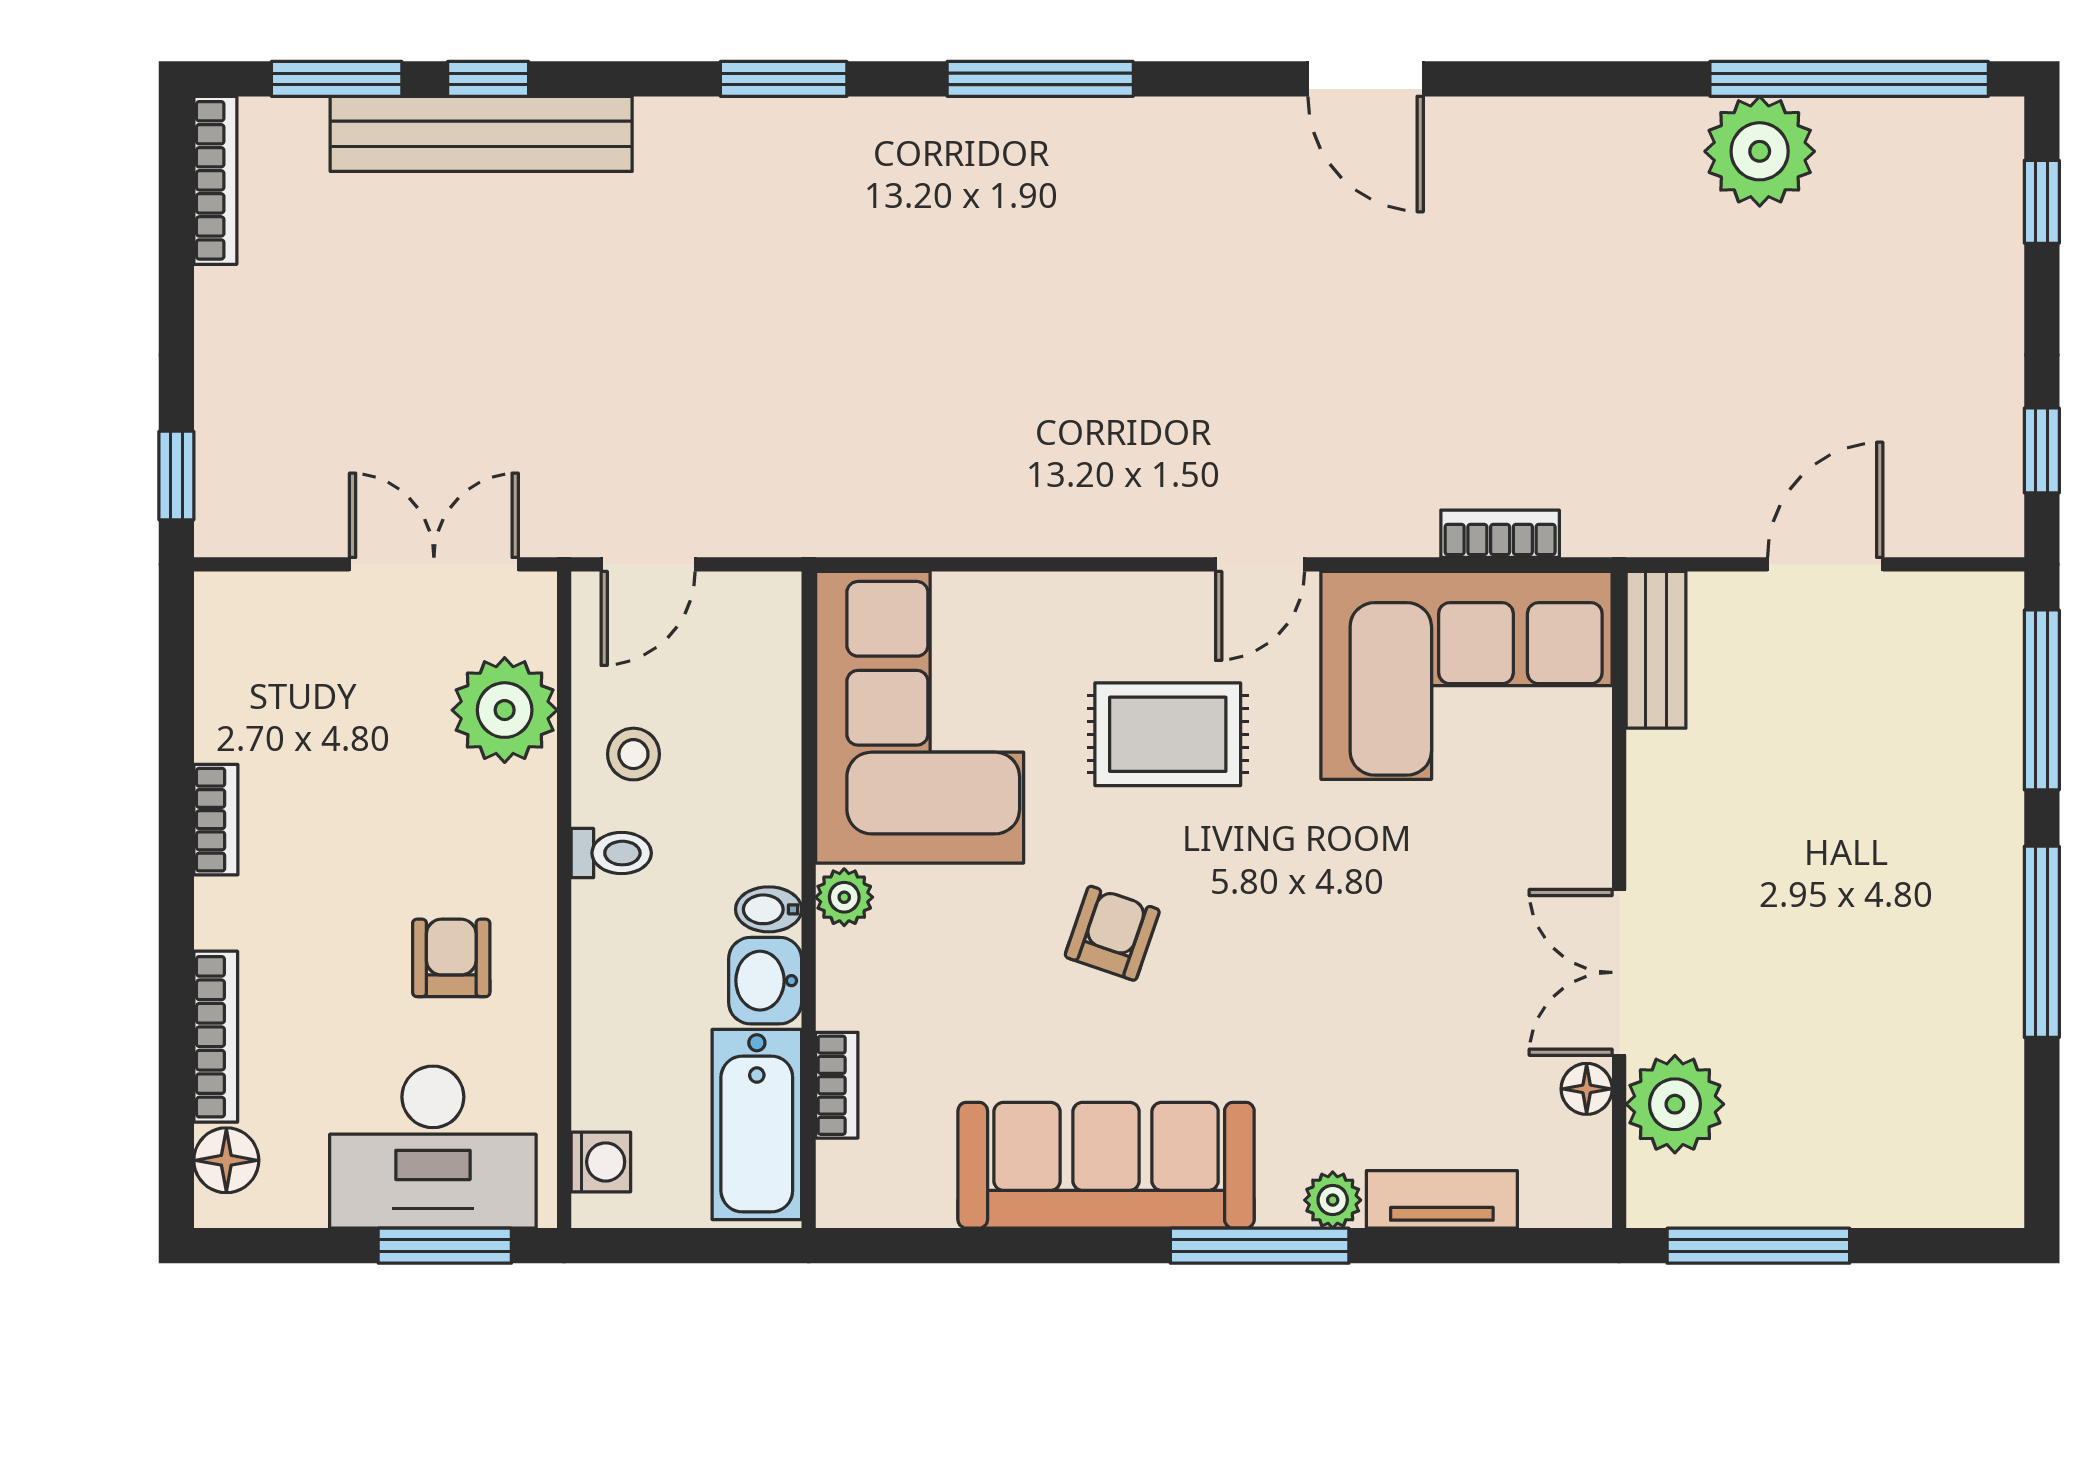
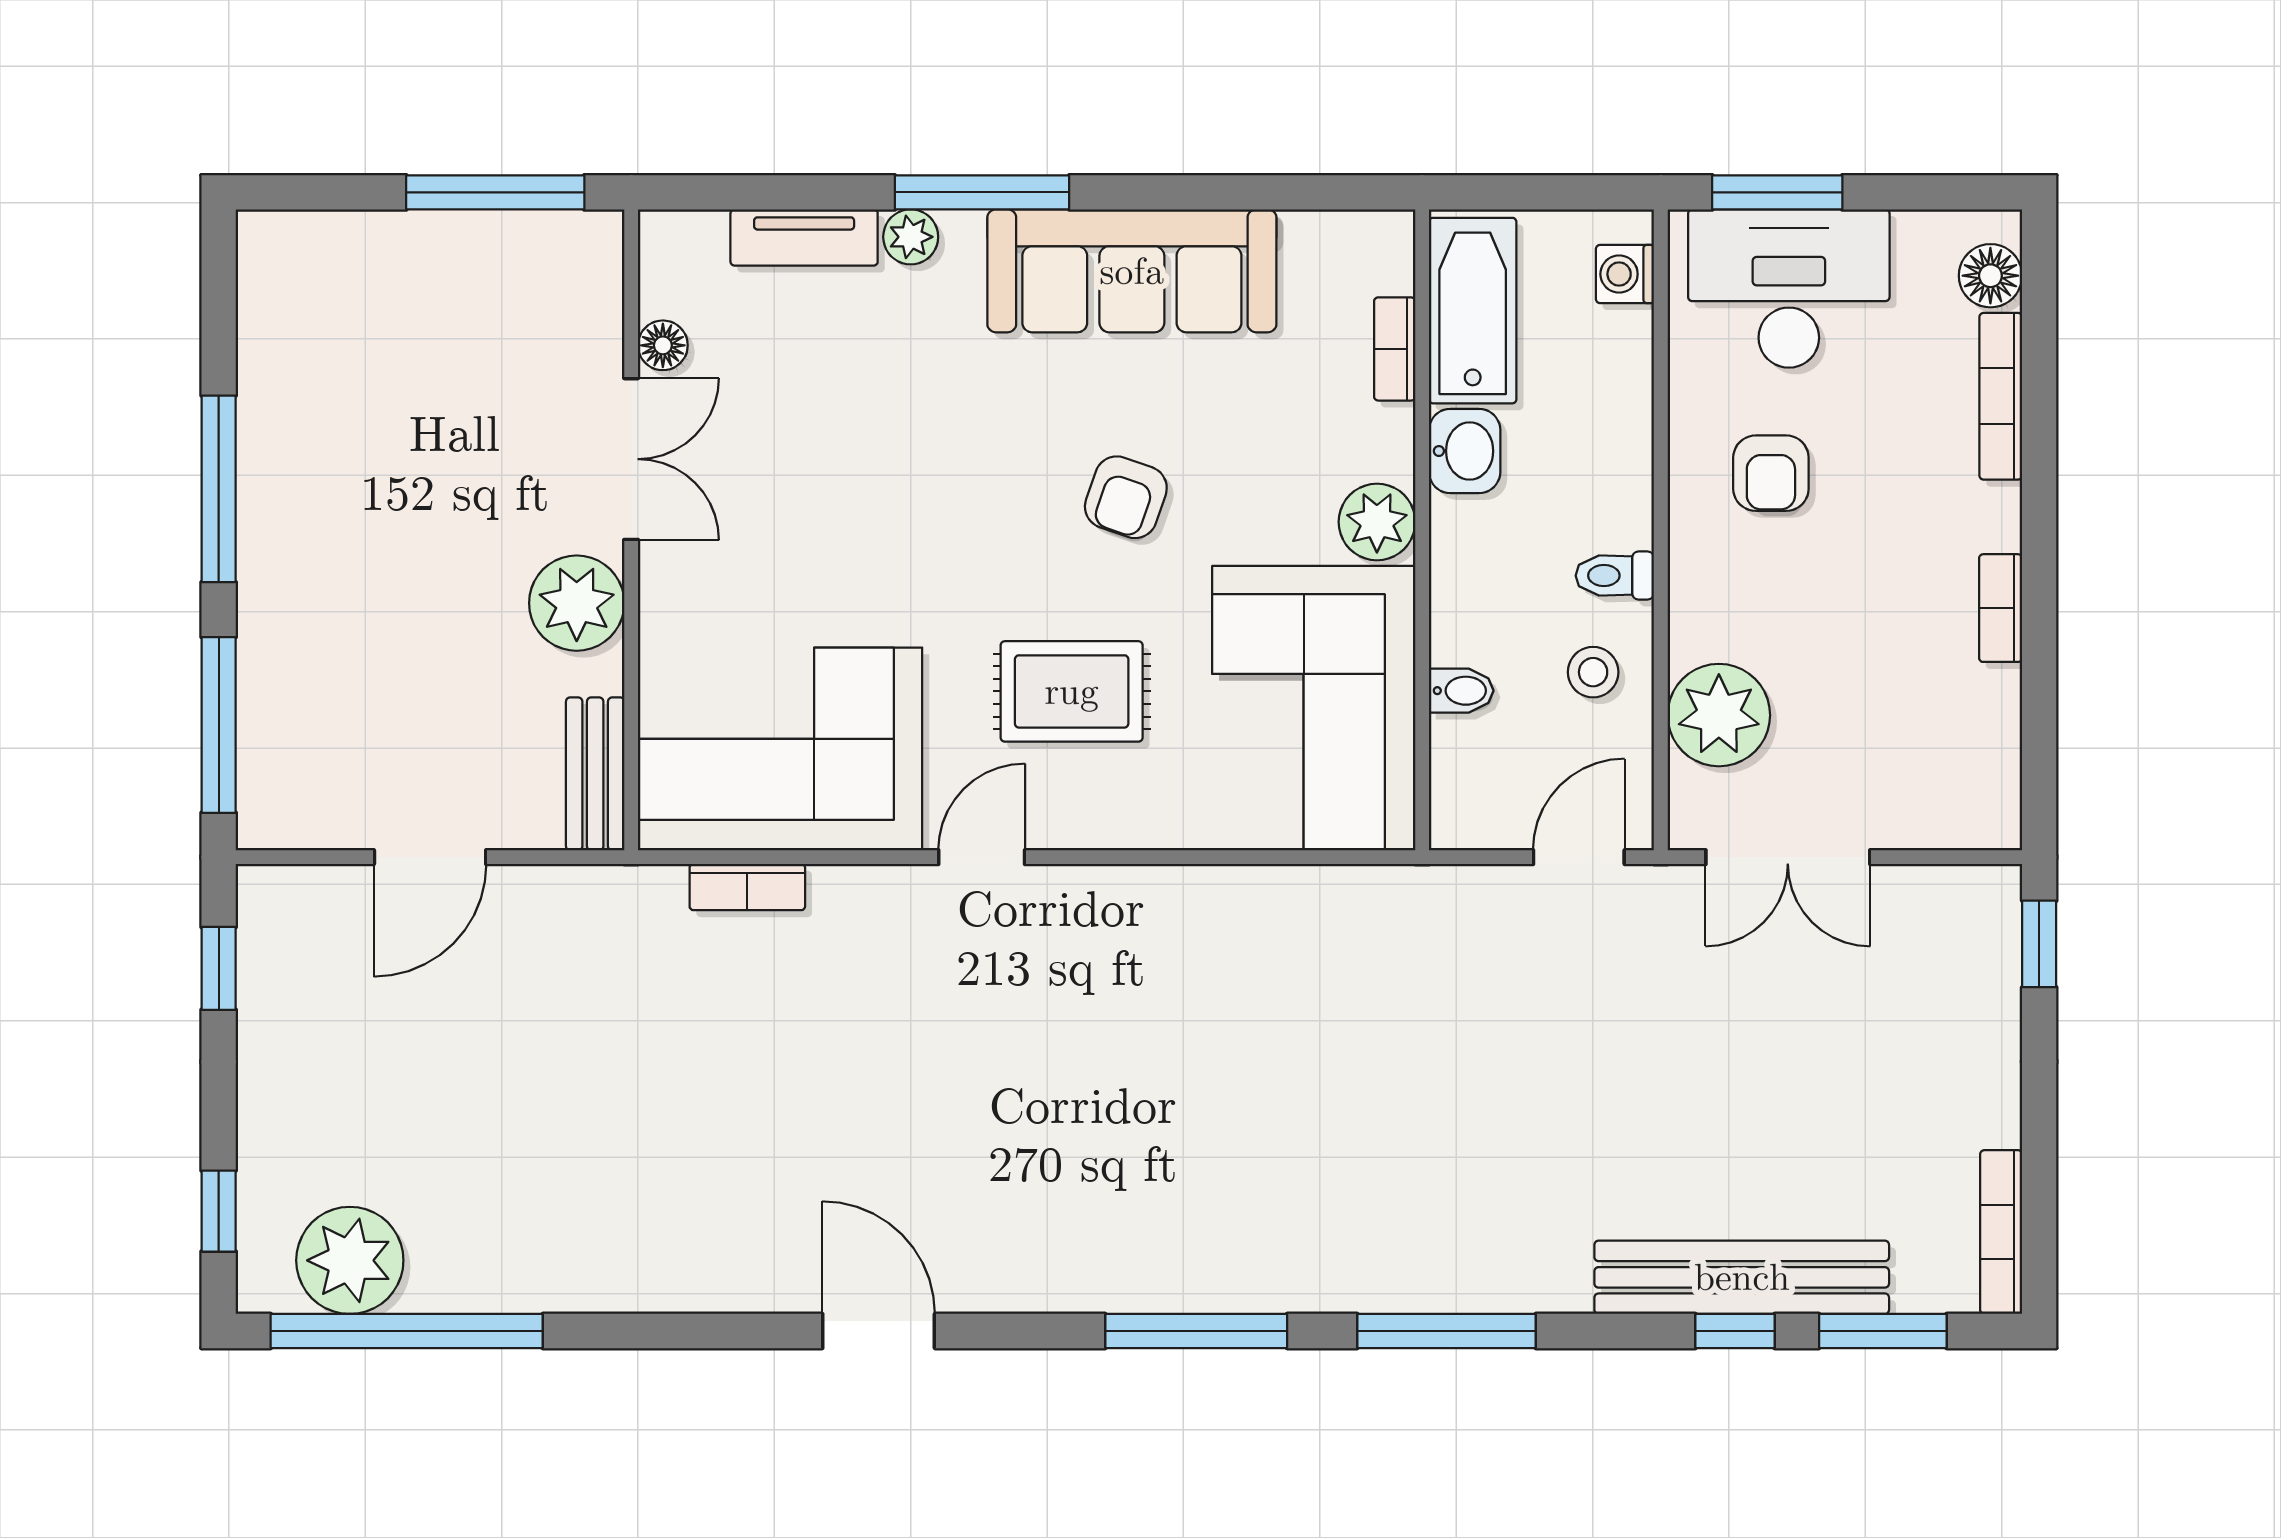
window: (784, 79) -> (1447, 1331), width x1.44
plant: (1760, 151) -> (350, 1260), moved
plant: (844, 897) -> (1377, 522), width x1.38, depth x1.38
bidet: (769, 909) -> (1461, 691), moved
plant: (1675, 1104) -> (577, 603), moved

